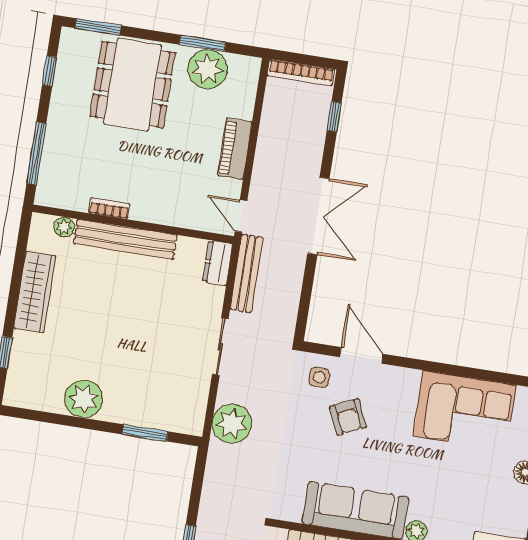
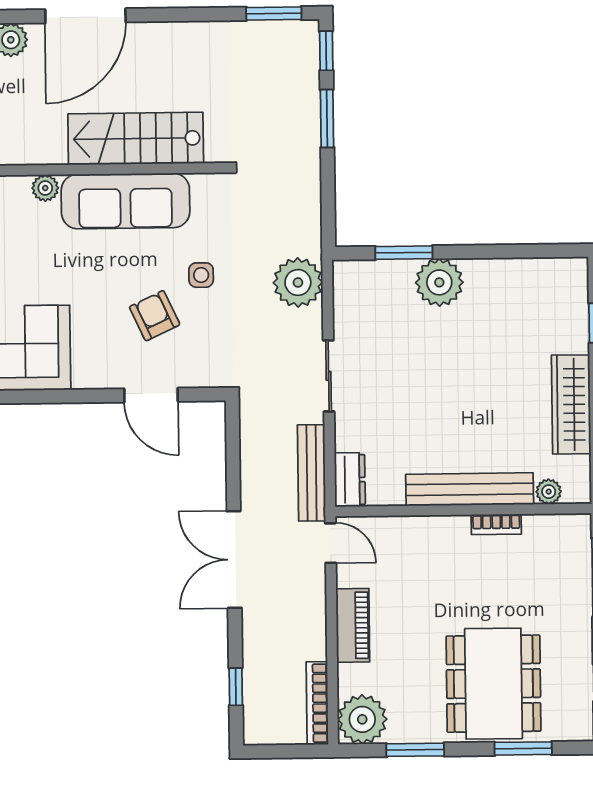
window: (98, 27) -> (523, 748), moved
plant: (208, 69) -> (362, 719), moved
bookcase: (301, 72) -> (317, 703), moved, turned -90
side table: (319, 377) -> (201, 275), moved
plant: (84, 399) -> (439, 282), moved

